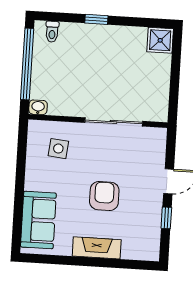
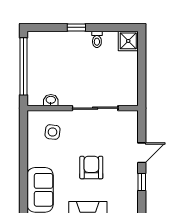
toilet: (52, 32) -> (97, 39), moved
washbasin: (38, 107) -> (51, 100), moved

